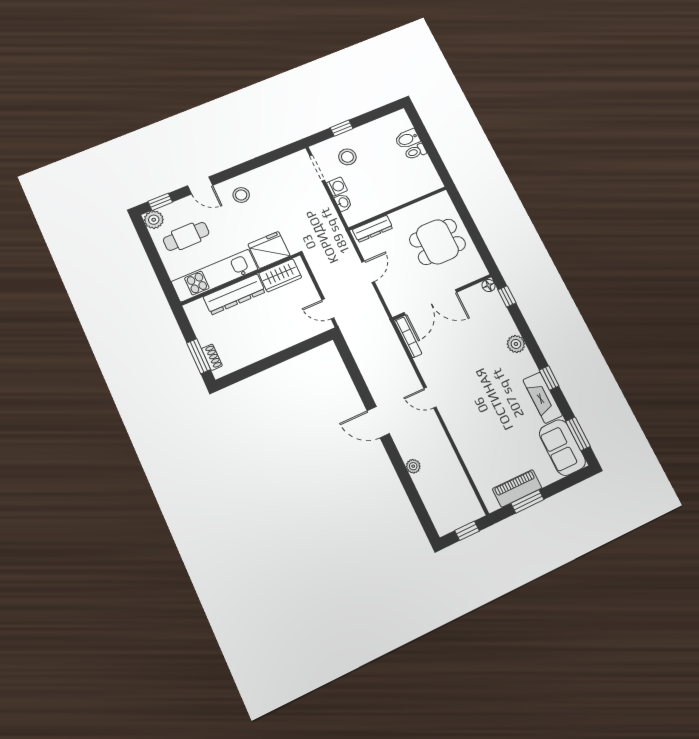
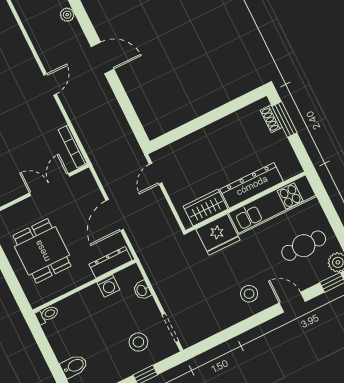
toilet: (415, 152) -> (47, 315), moved
washing machine: (337, 187) -> (108, 286), moved, turned -90
dining table: (437, 242) -> (42, 251), turned 90
door: (368, 272) -> (115, 215), width x1.38
double door: (431, 302) -> (49, 185), width x0.73
door: (328, 309) -> (156, 174), swing flipped
door: (430, 398) -> (50, 84), hinge flipped

